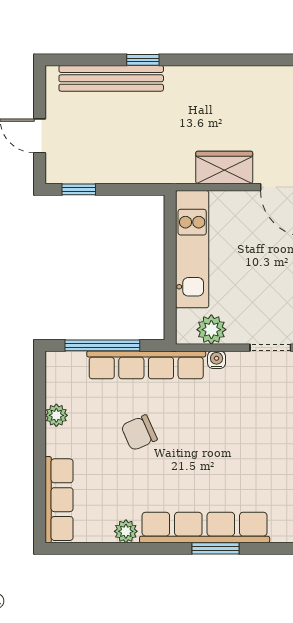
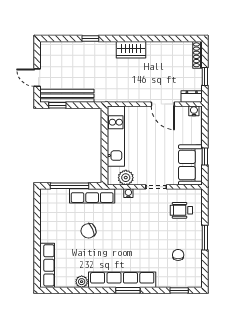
bench: (111, 78) -> (67, 96), moved
wardrobe: (224, 167) -> (131, 50), moved, turned 180
row of seats: (146, 365) -> (92, 196), width x0.73
plant: (56, 415) -> (46, 222), removed

